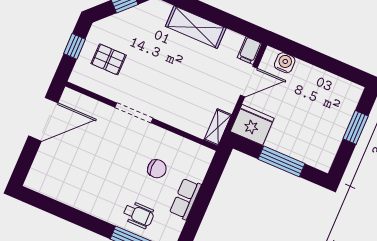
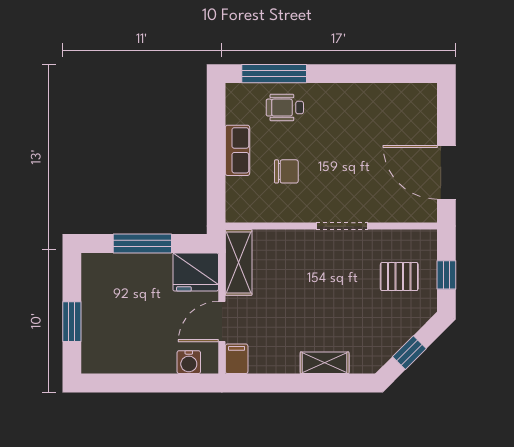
shelving: (196, 27) -> (325, 363), width x0.67, depth x0.75
door: (43, 119) -> (446, 172), hinge flipped
shelving: (218, 127) -> (239, 262), width x1.50, depth x1.33
chair: (157, 169) -> (286, 171), turned 180

